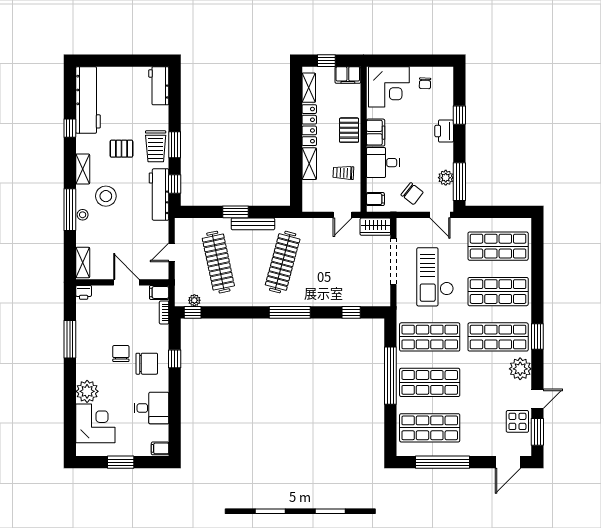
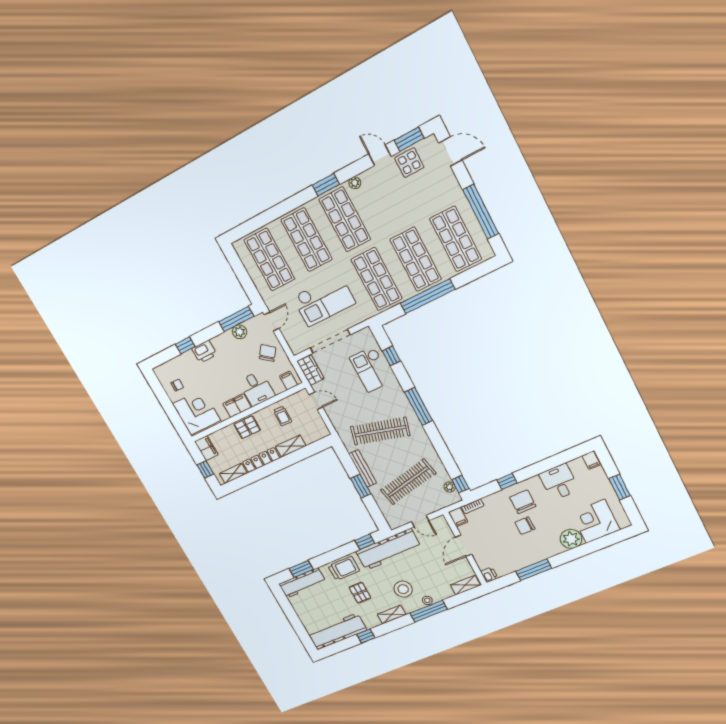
workbench: (159, 86) -> (302, 583), width x1.38
window: (175, 145) -> (301, 569), moved
workbench: (159, 195) -> (388, 549), width x1.36, depth x1.32
checkout: (348, 286) -> (371, 369), added
plant: (520, 369) -> (355, 183), width x0.53, depth x0.53

